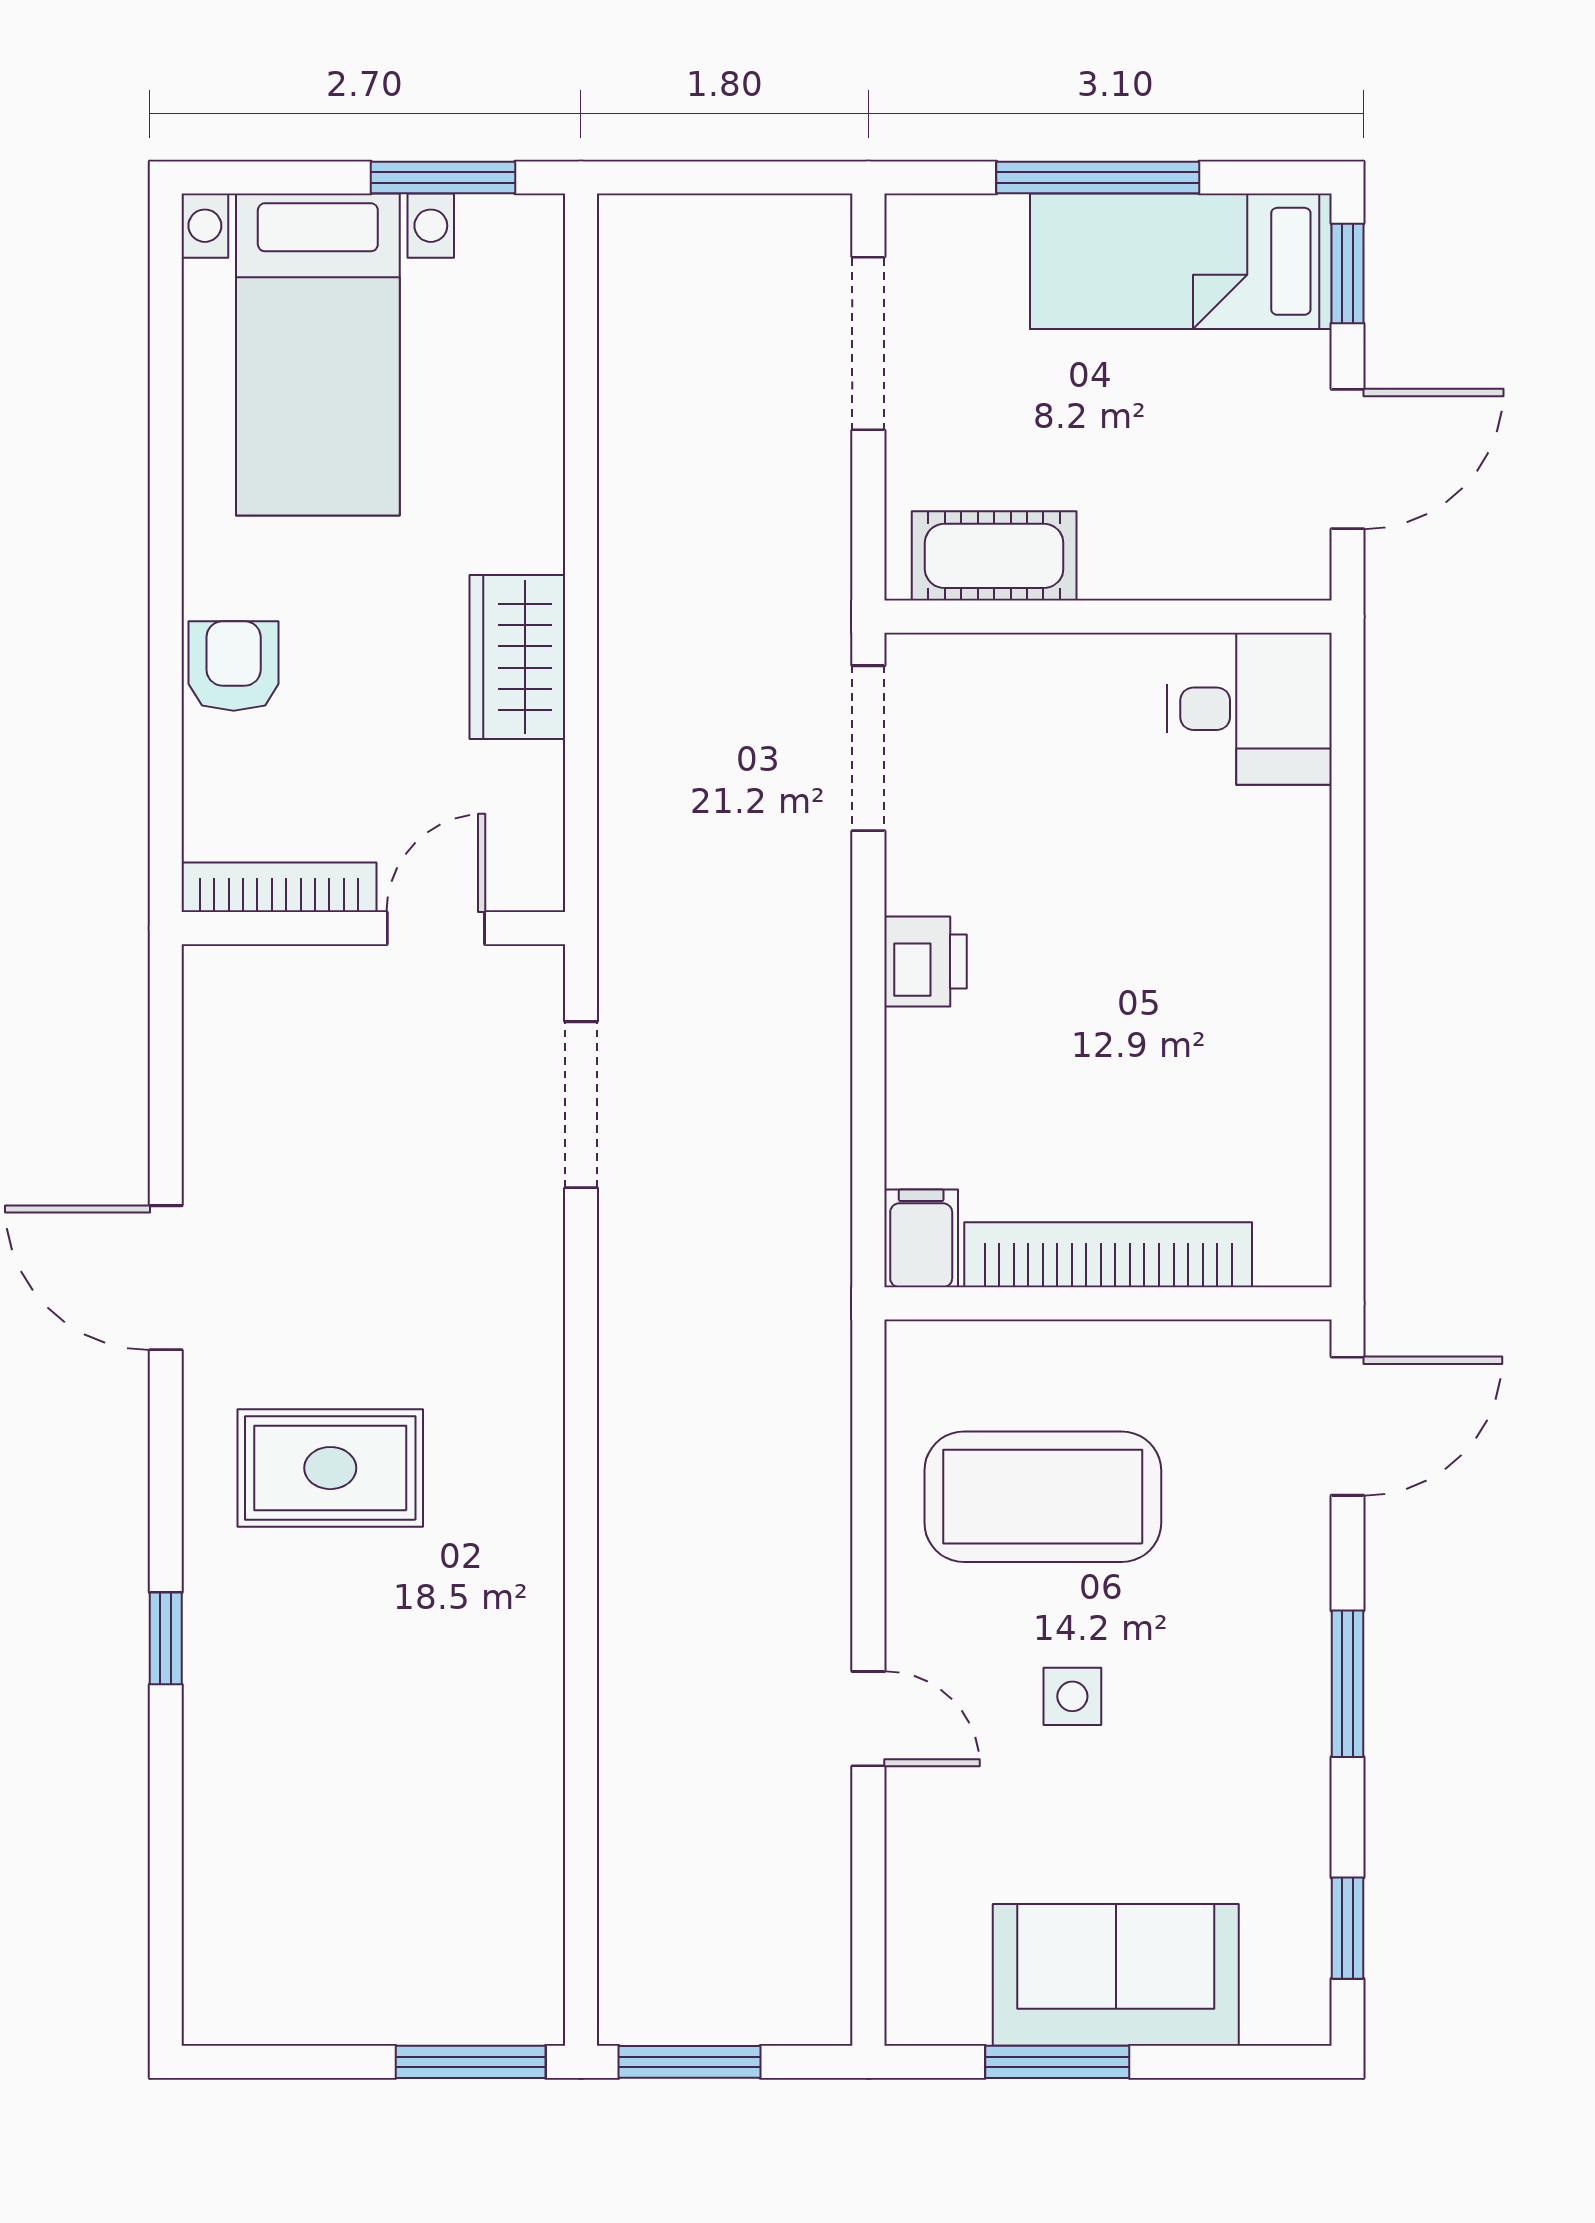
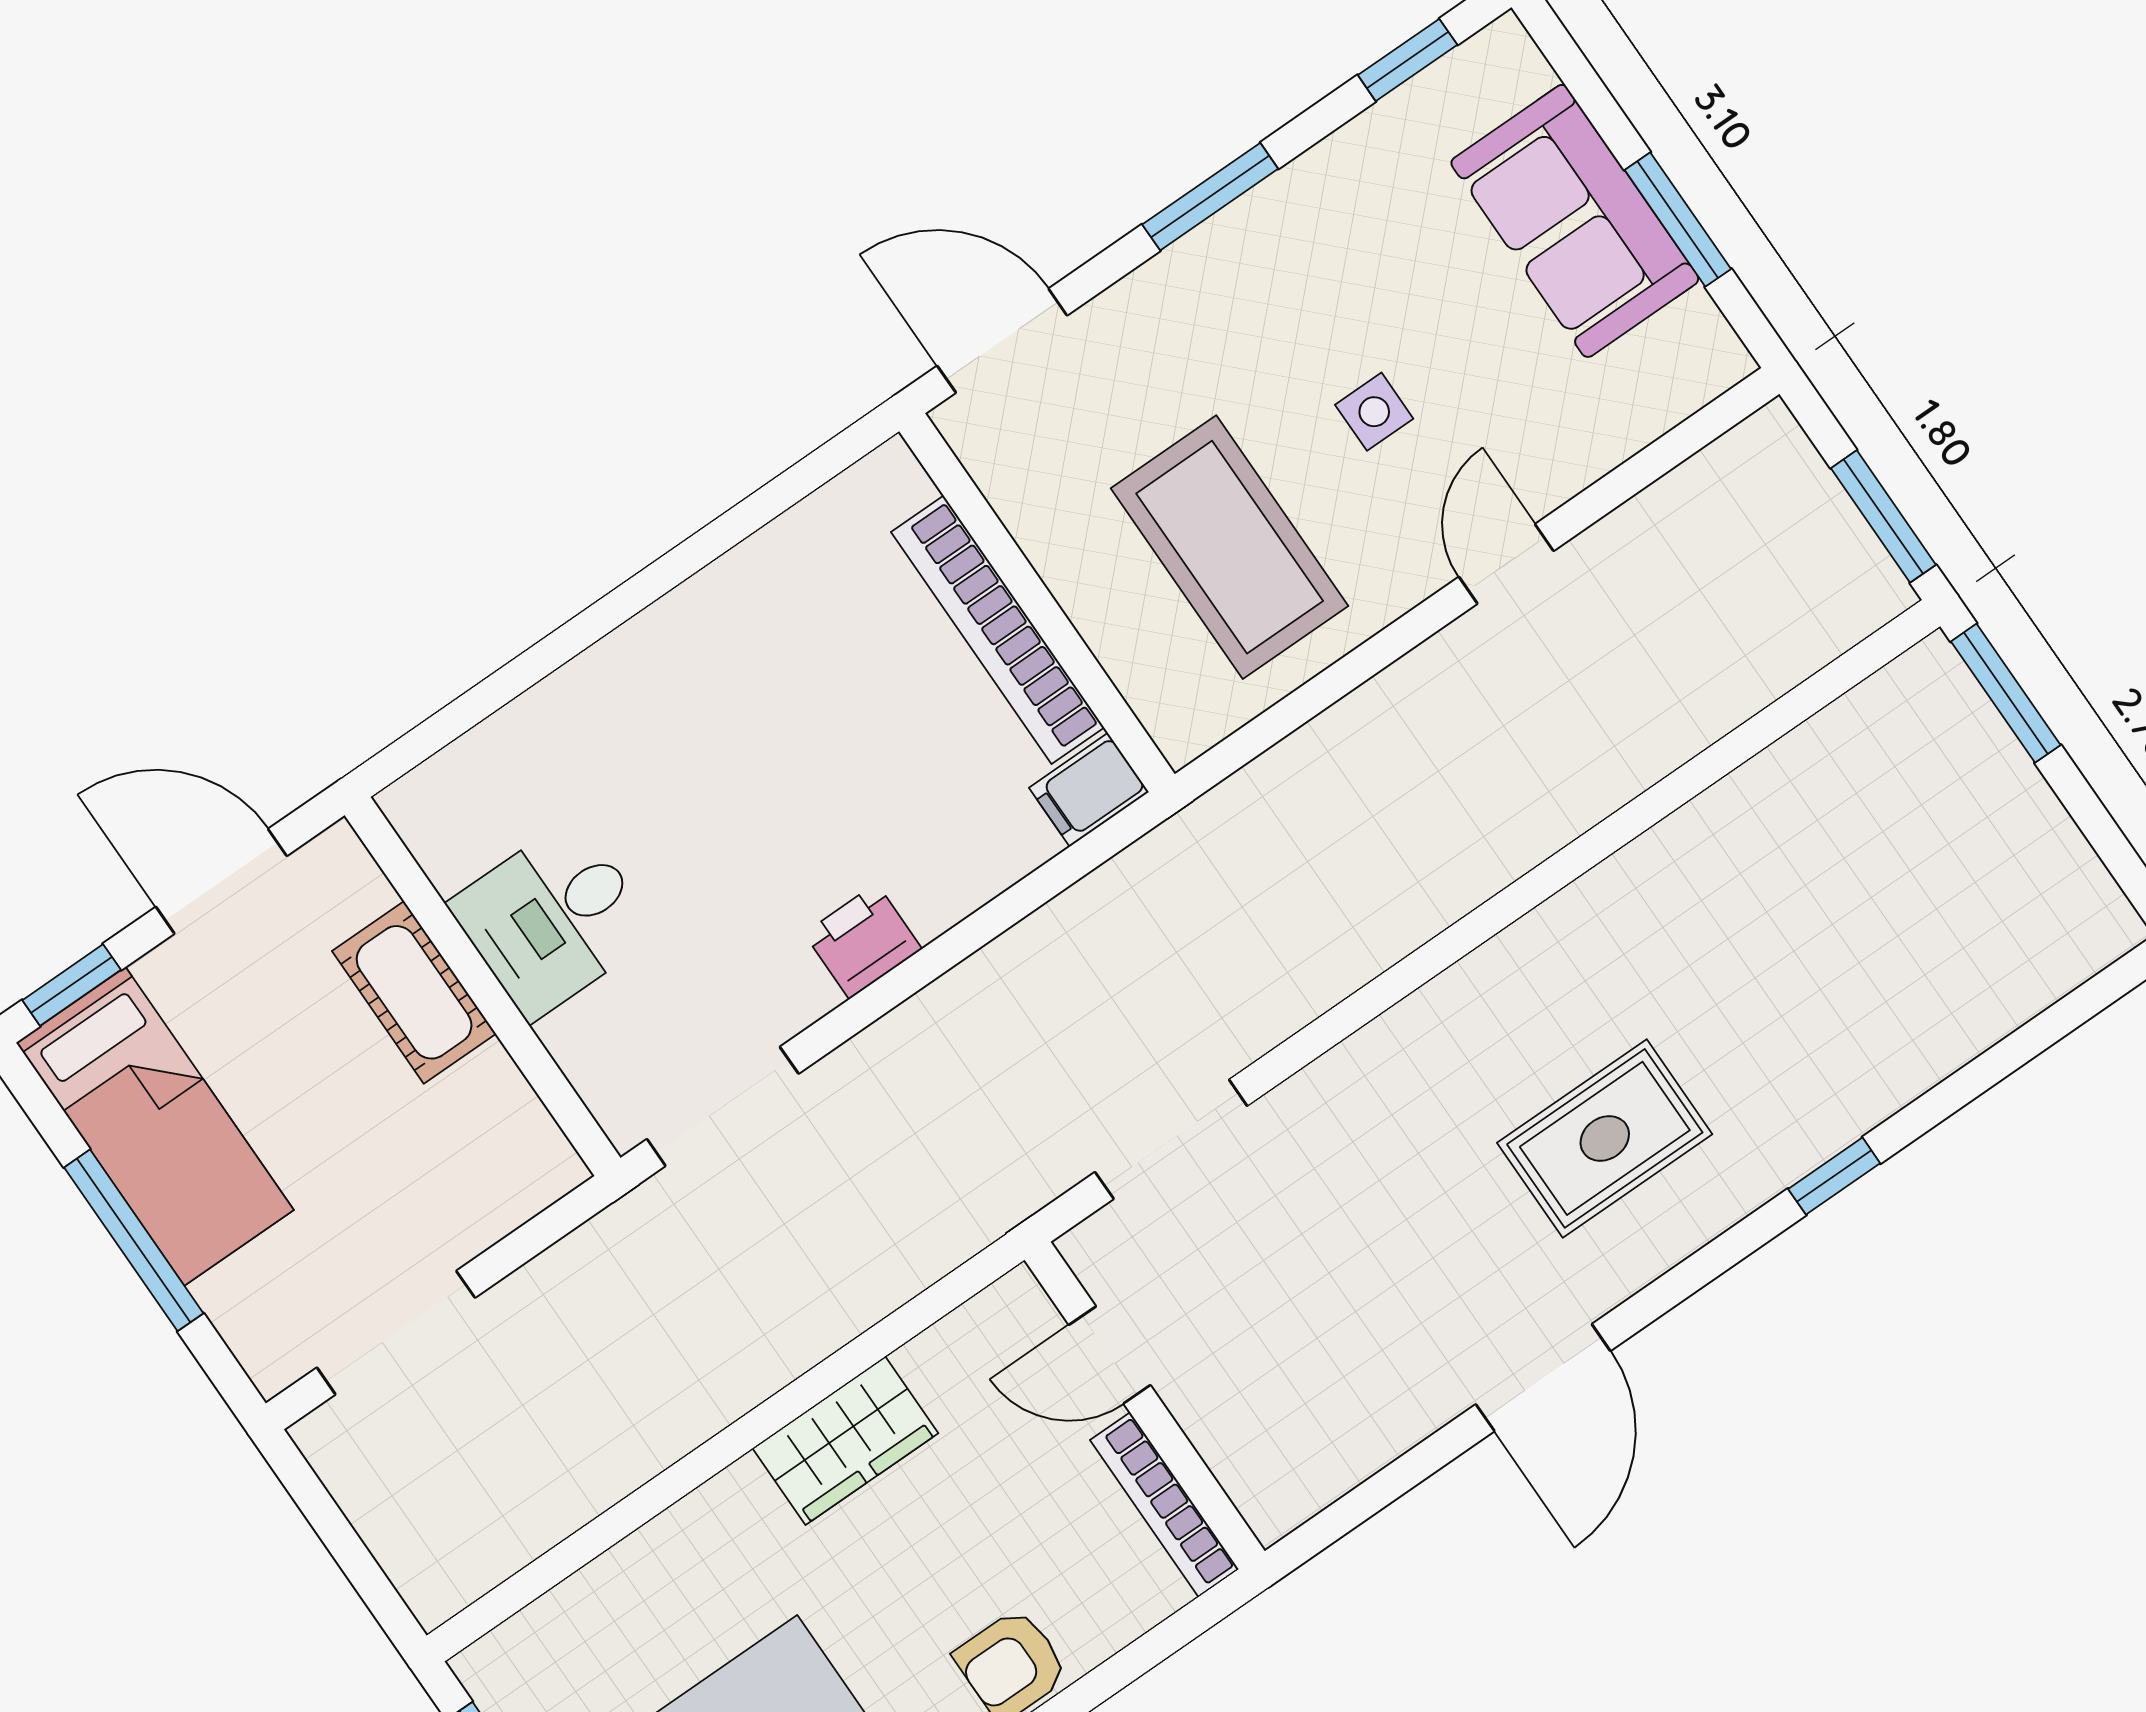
cot: (994, 556) -> (414, 992), moved
desk: (1249, 709) -> (553, 919), moved, turned -90
rug: (330, 1468) -> (1605, 1138), turned 90

